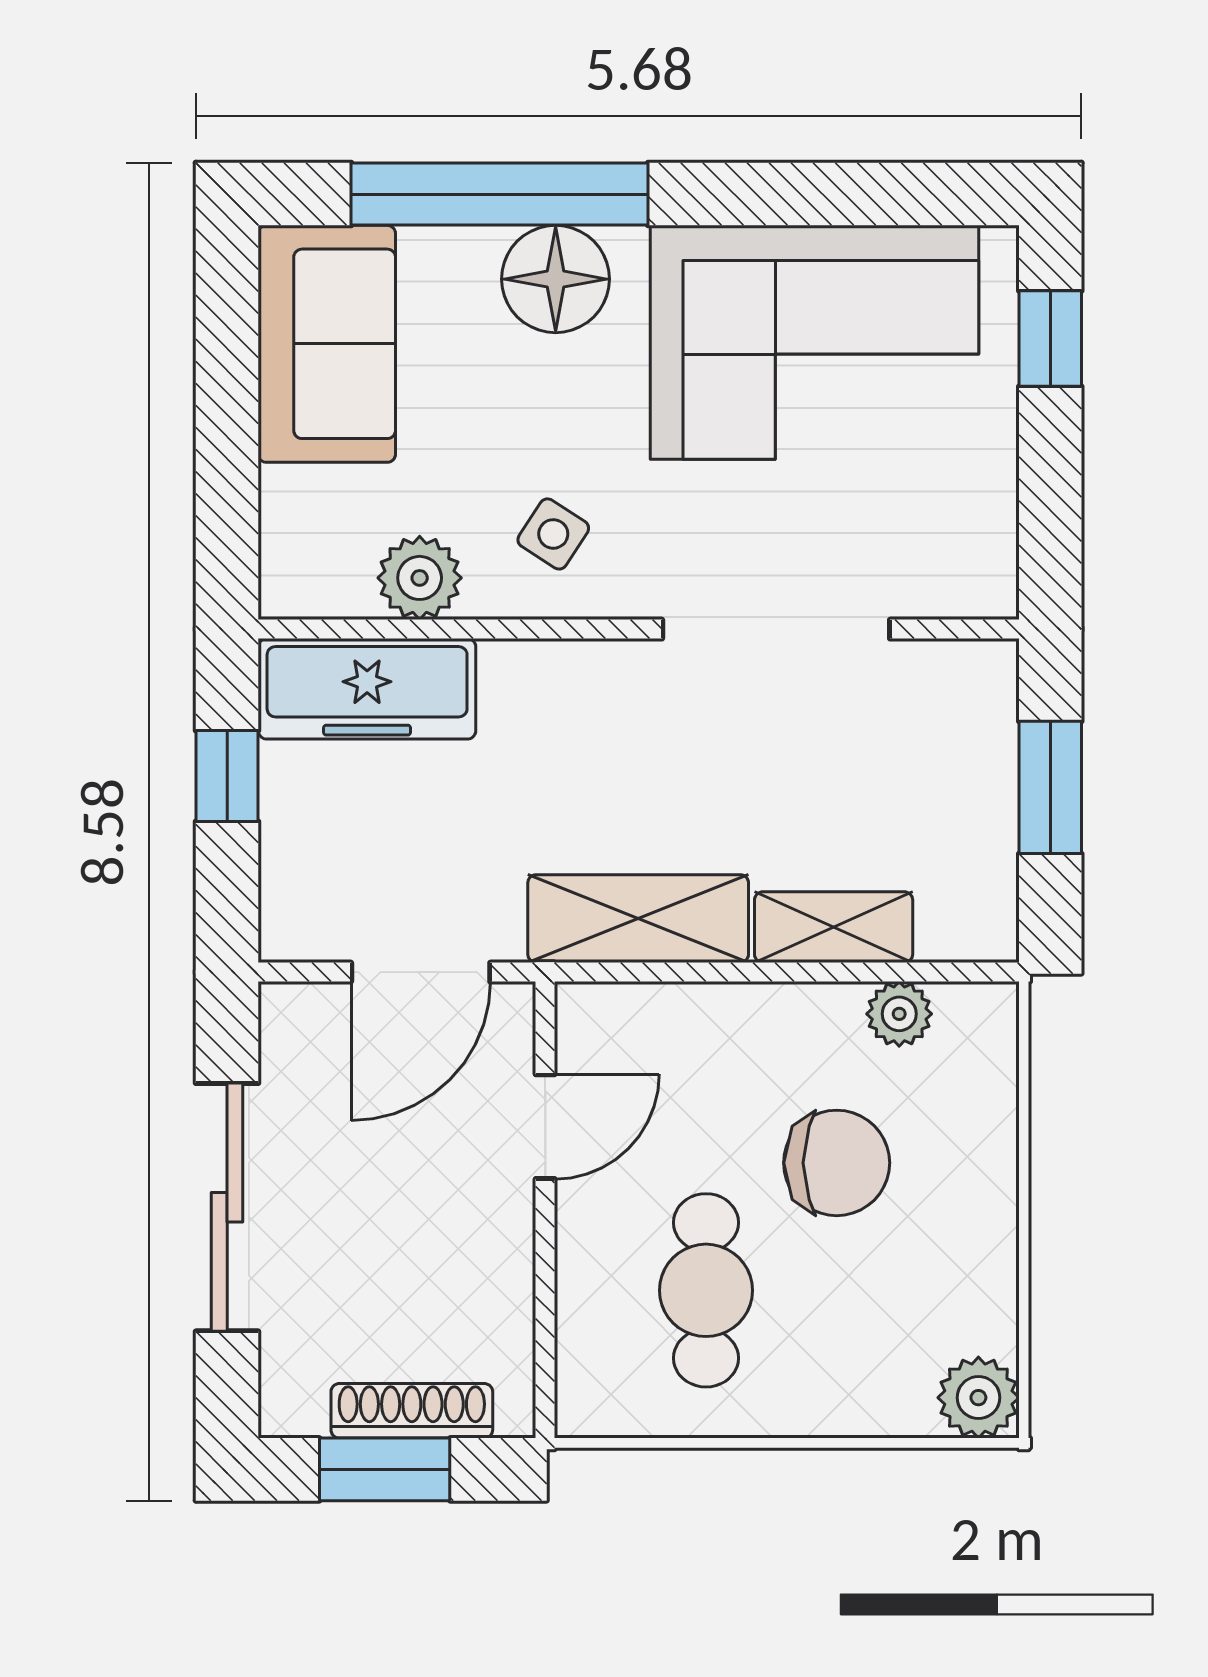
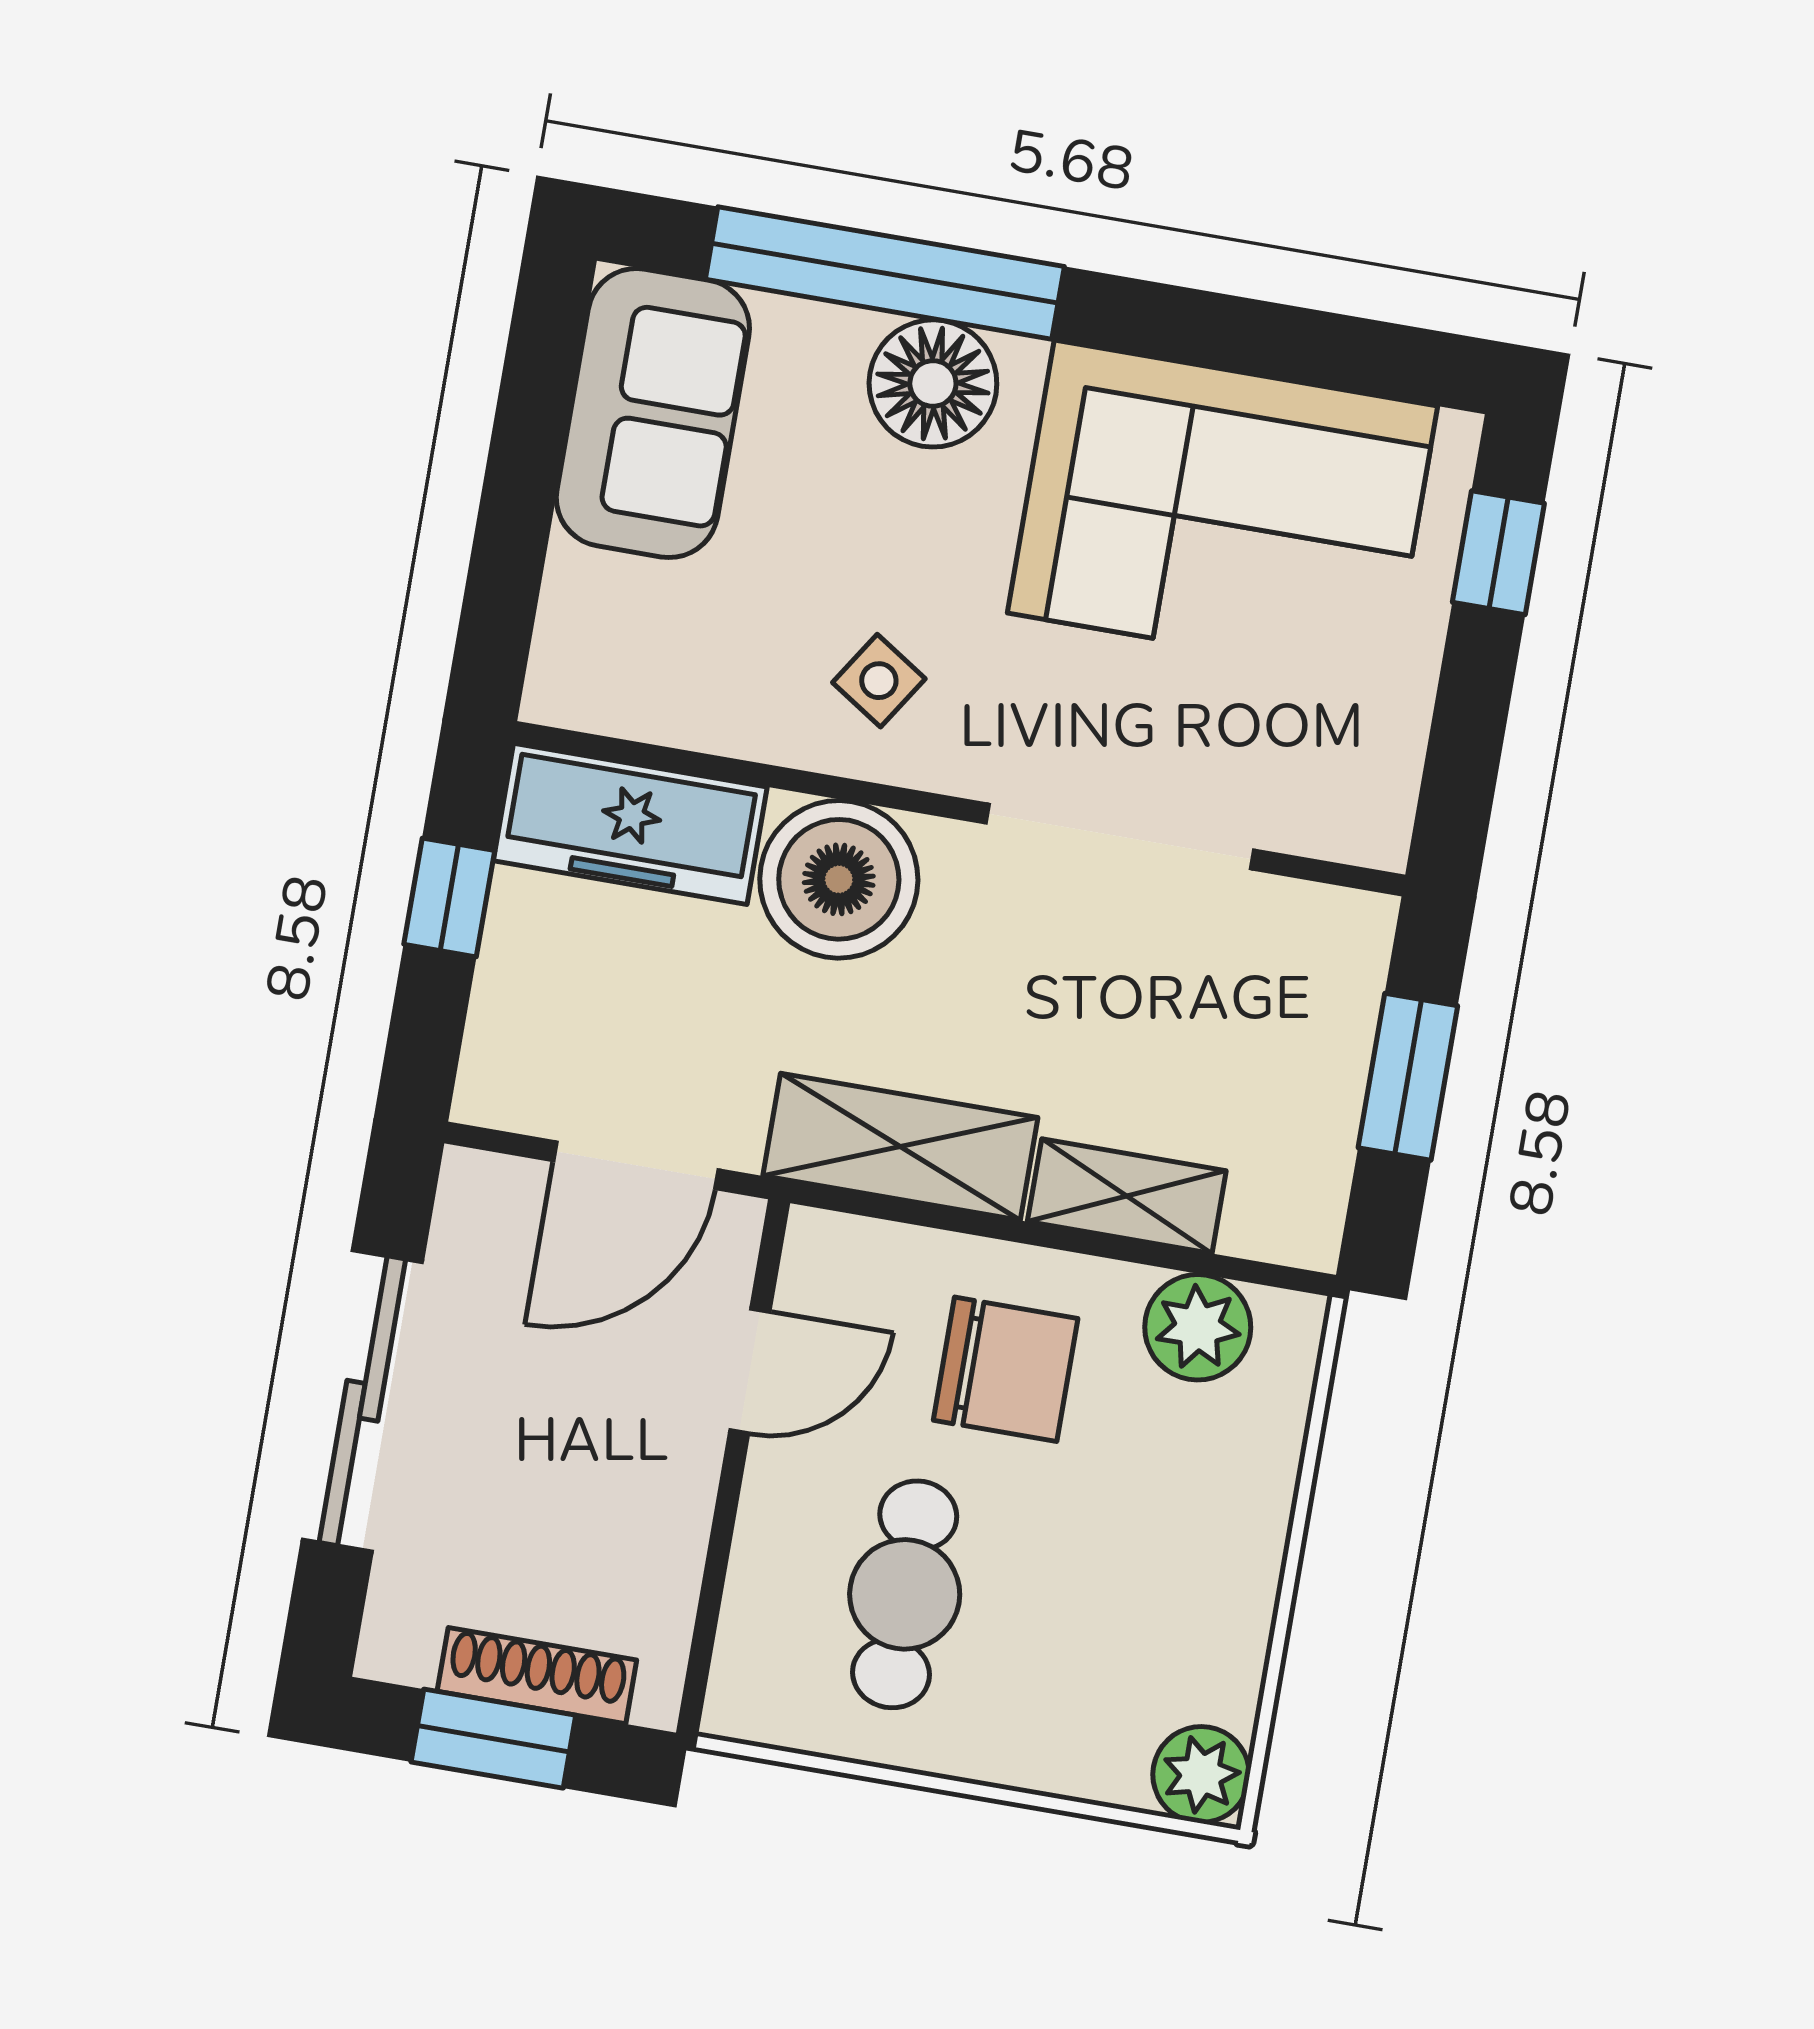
plant: (420, 578) -> (714, 705), removed
boiler: (548, 705) -> (839, 879), added
plant: (899, 1014) -> (1198, 1327), width x1.38, depth x1.38
chair: (837, 1163) -> (1006, 1369), moved

